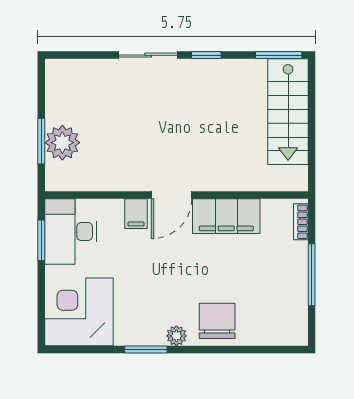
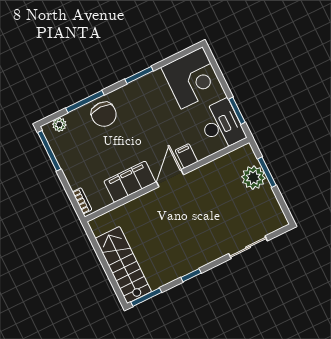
sliding door: (148, 55) -> (248, 247), moved
window: (312, 275) -> (49, 151), moved
plant: (176, 336) -> (59, 125), moved
window: (234, 350) -> (85, 101), added

